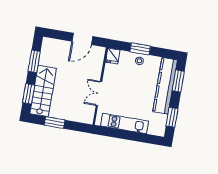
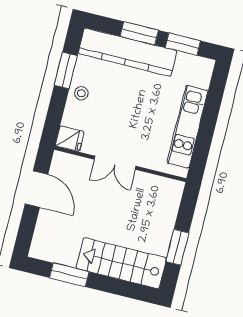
window: (140, 49) -> (66, 70), moved
window: (178, 81) -> (139, 33), moved
window: (29, 94) -> (125, 289), removed
double door: (99, 94) -> (115, 163), moved

